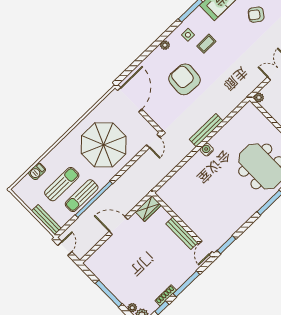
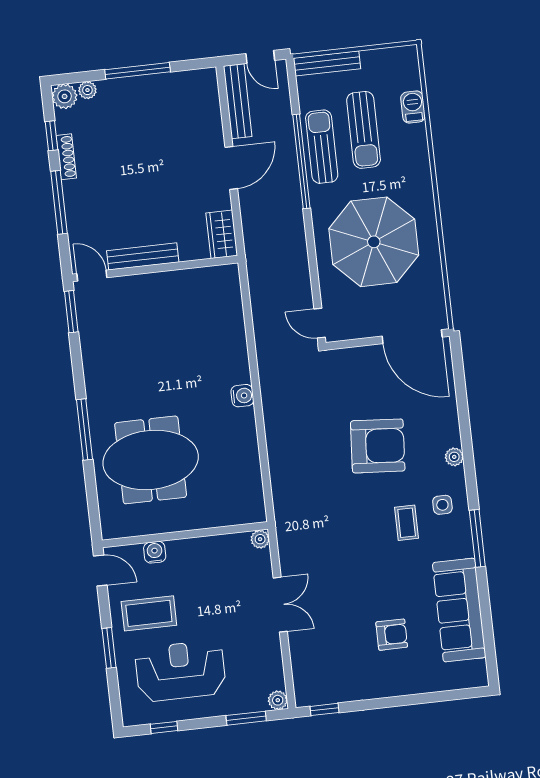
armchair: (256, 15) -> (392, 635), turned 54
bench: (206, 130) -> (238, 101), moved

